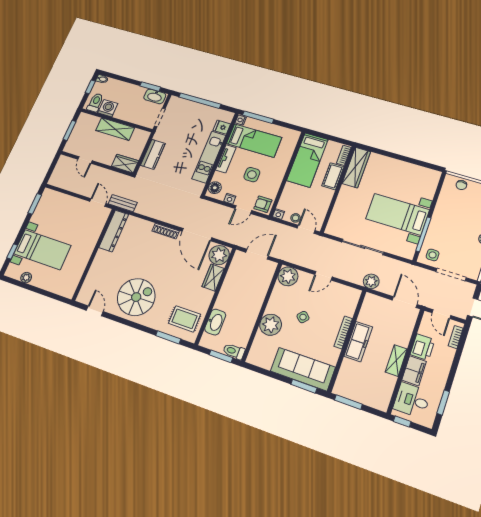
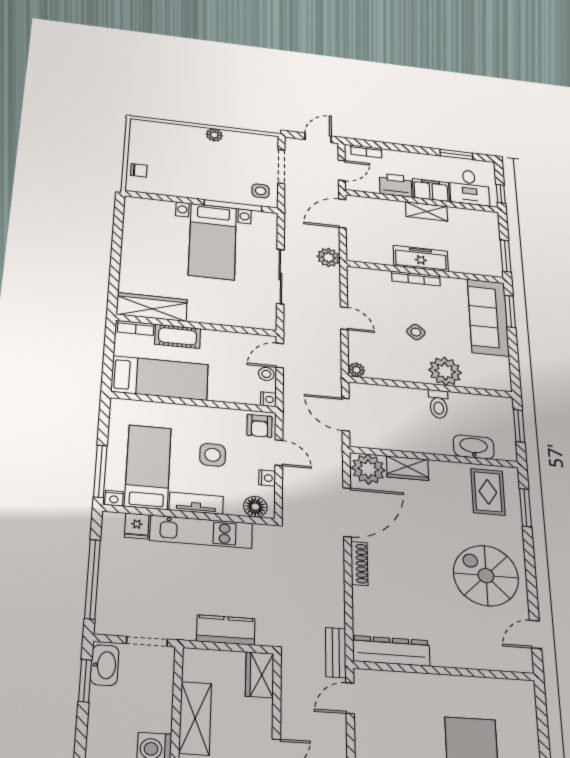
plant: (288, 276) -> (356, 370), width x0.53, depth x0.53
toilet: (234, 351) -> (439, 404), moved

